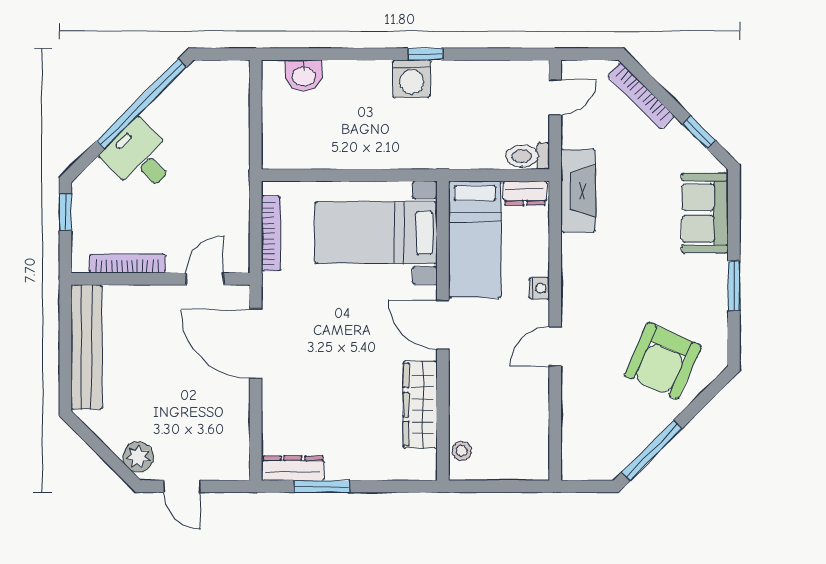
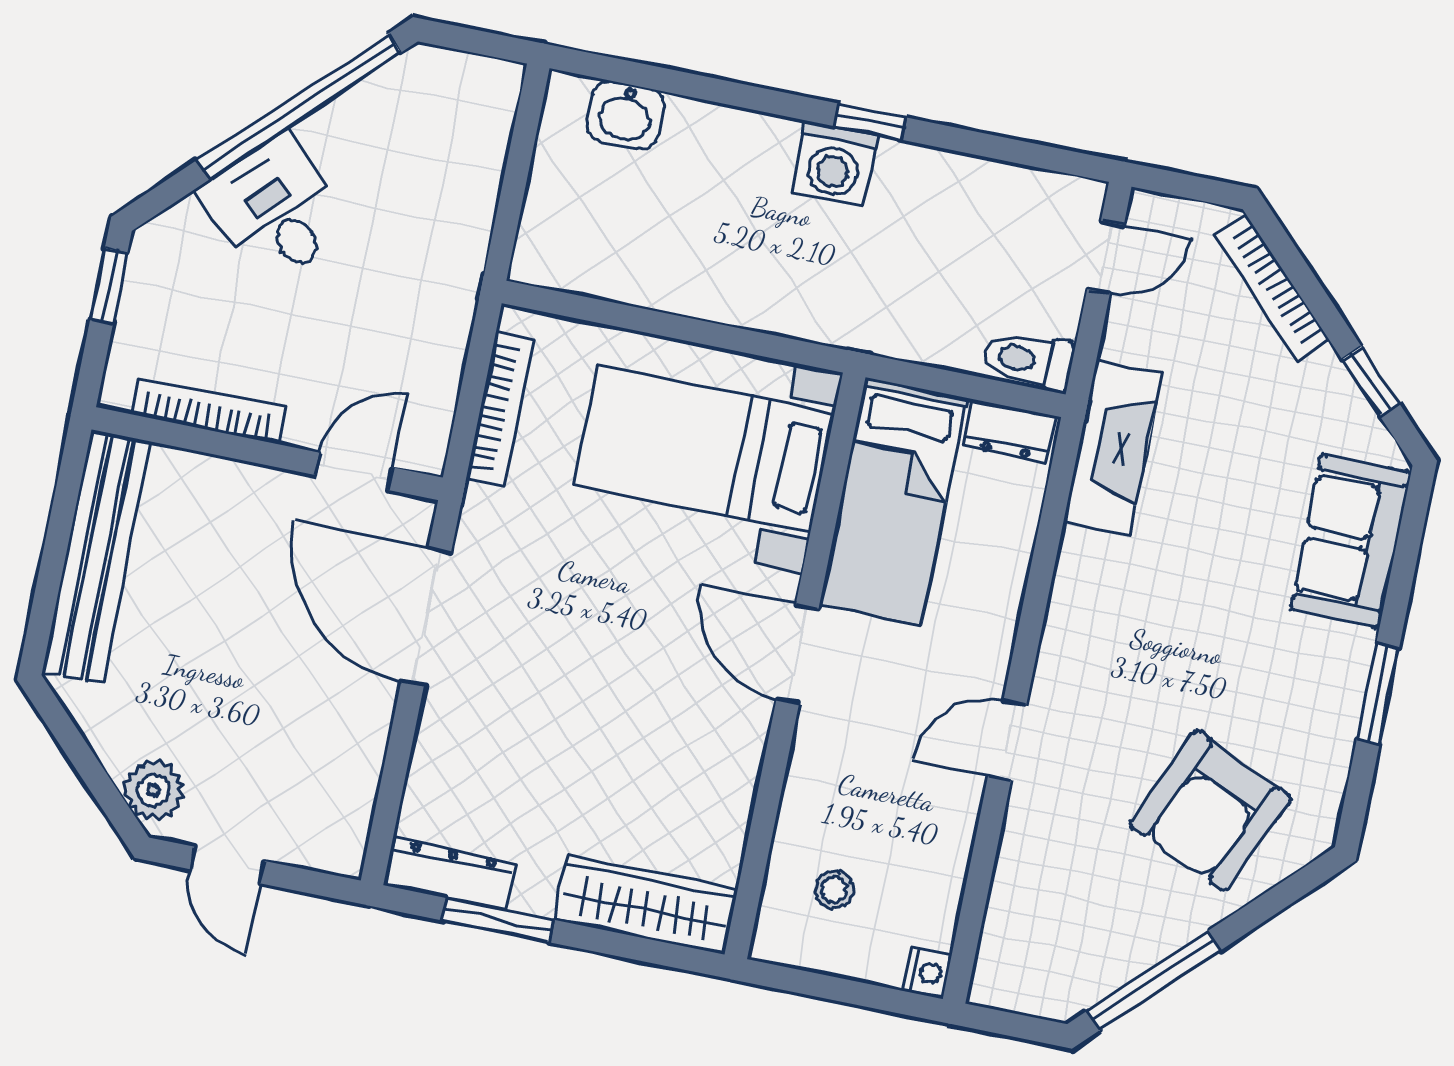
nightstand: (539, 288) -> (927, 973), moved
wardrobe: (420, 405) -> (646, 904), moved, turned 90
stool: (462, 451) -> (834, 890), moved

